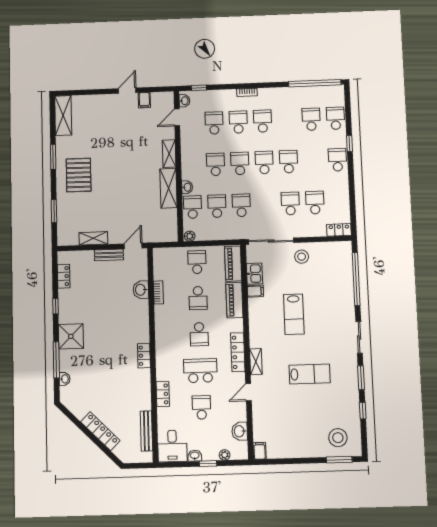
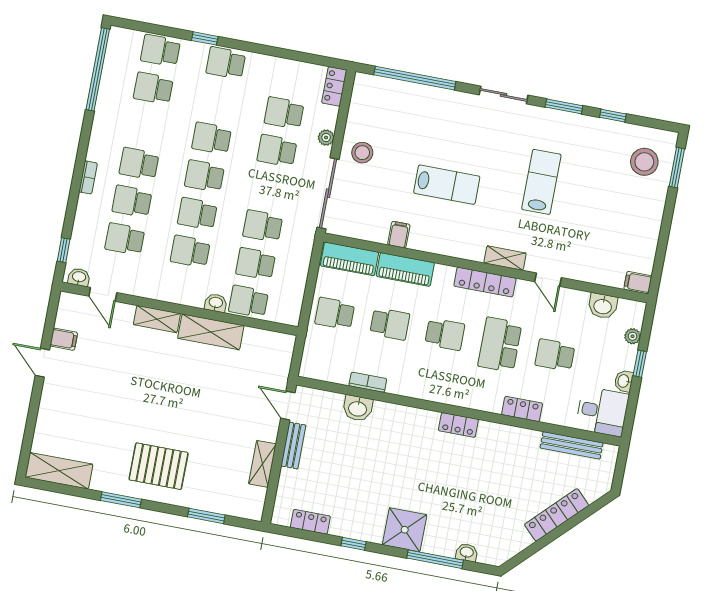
plant: (190, 236) -> (326, 138), moved
kitchen sink: (254, 274) -> (372, 230), removed

